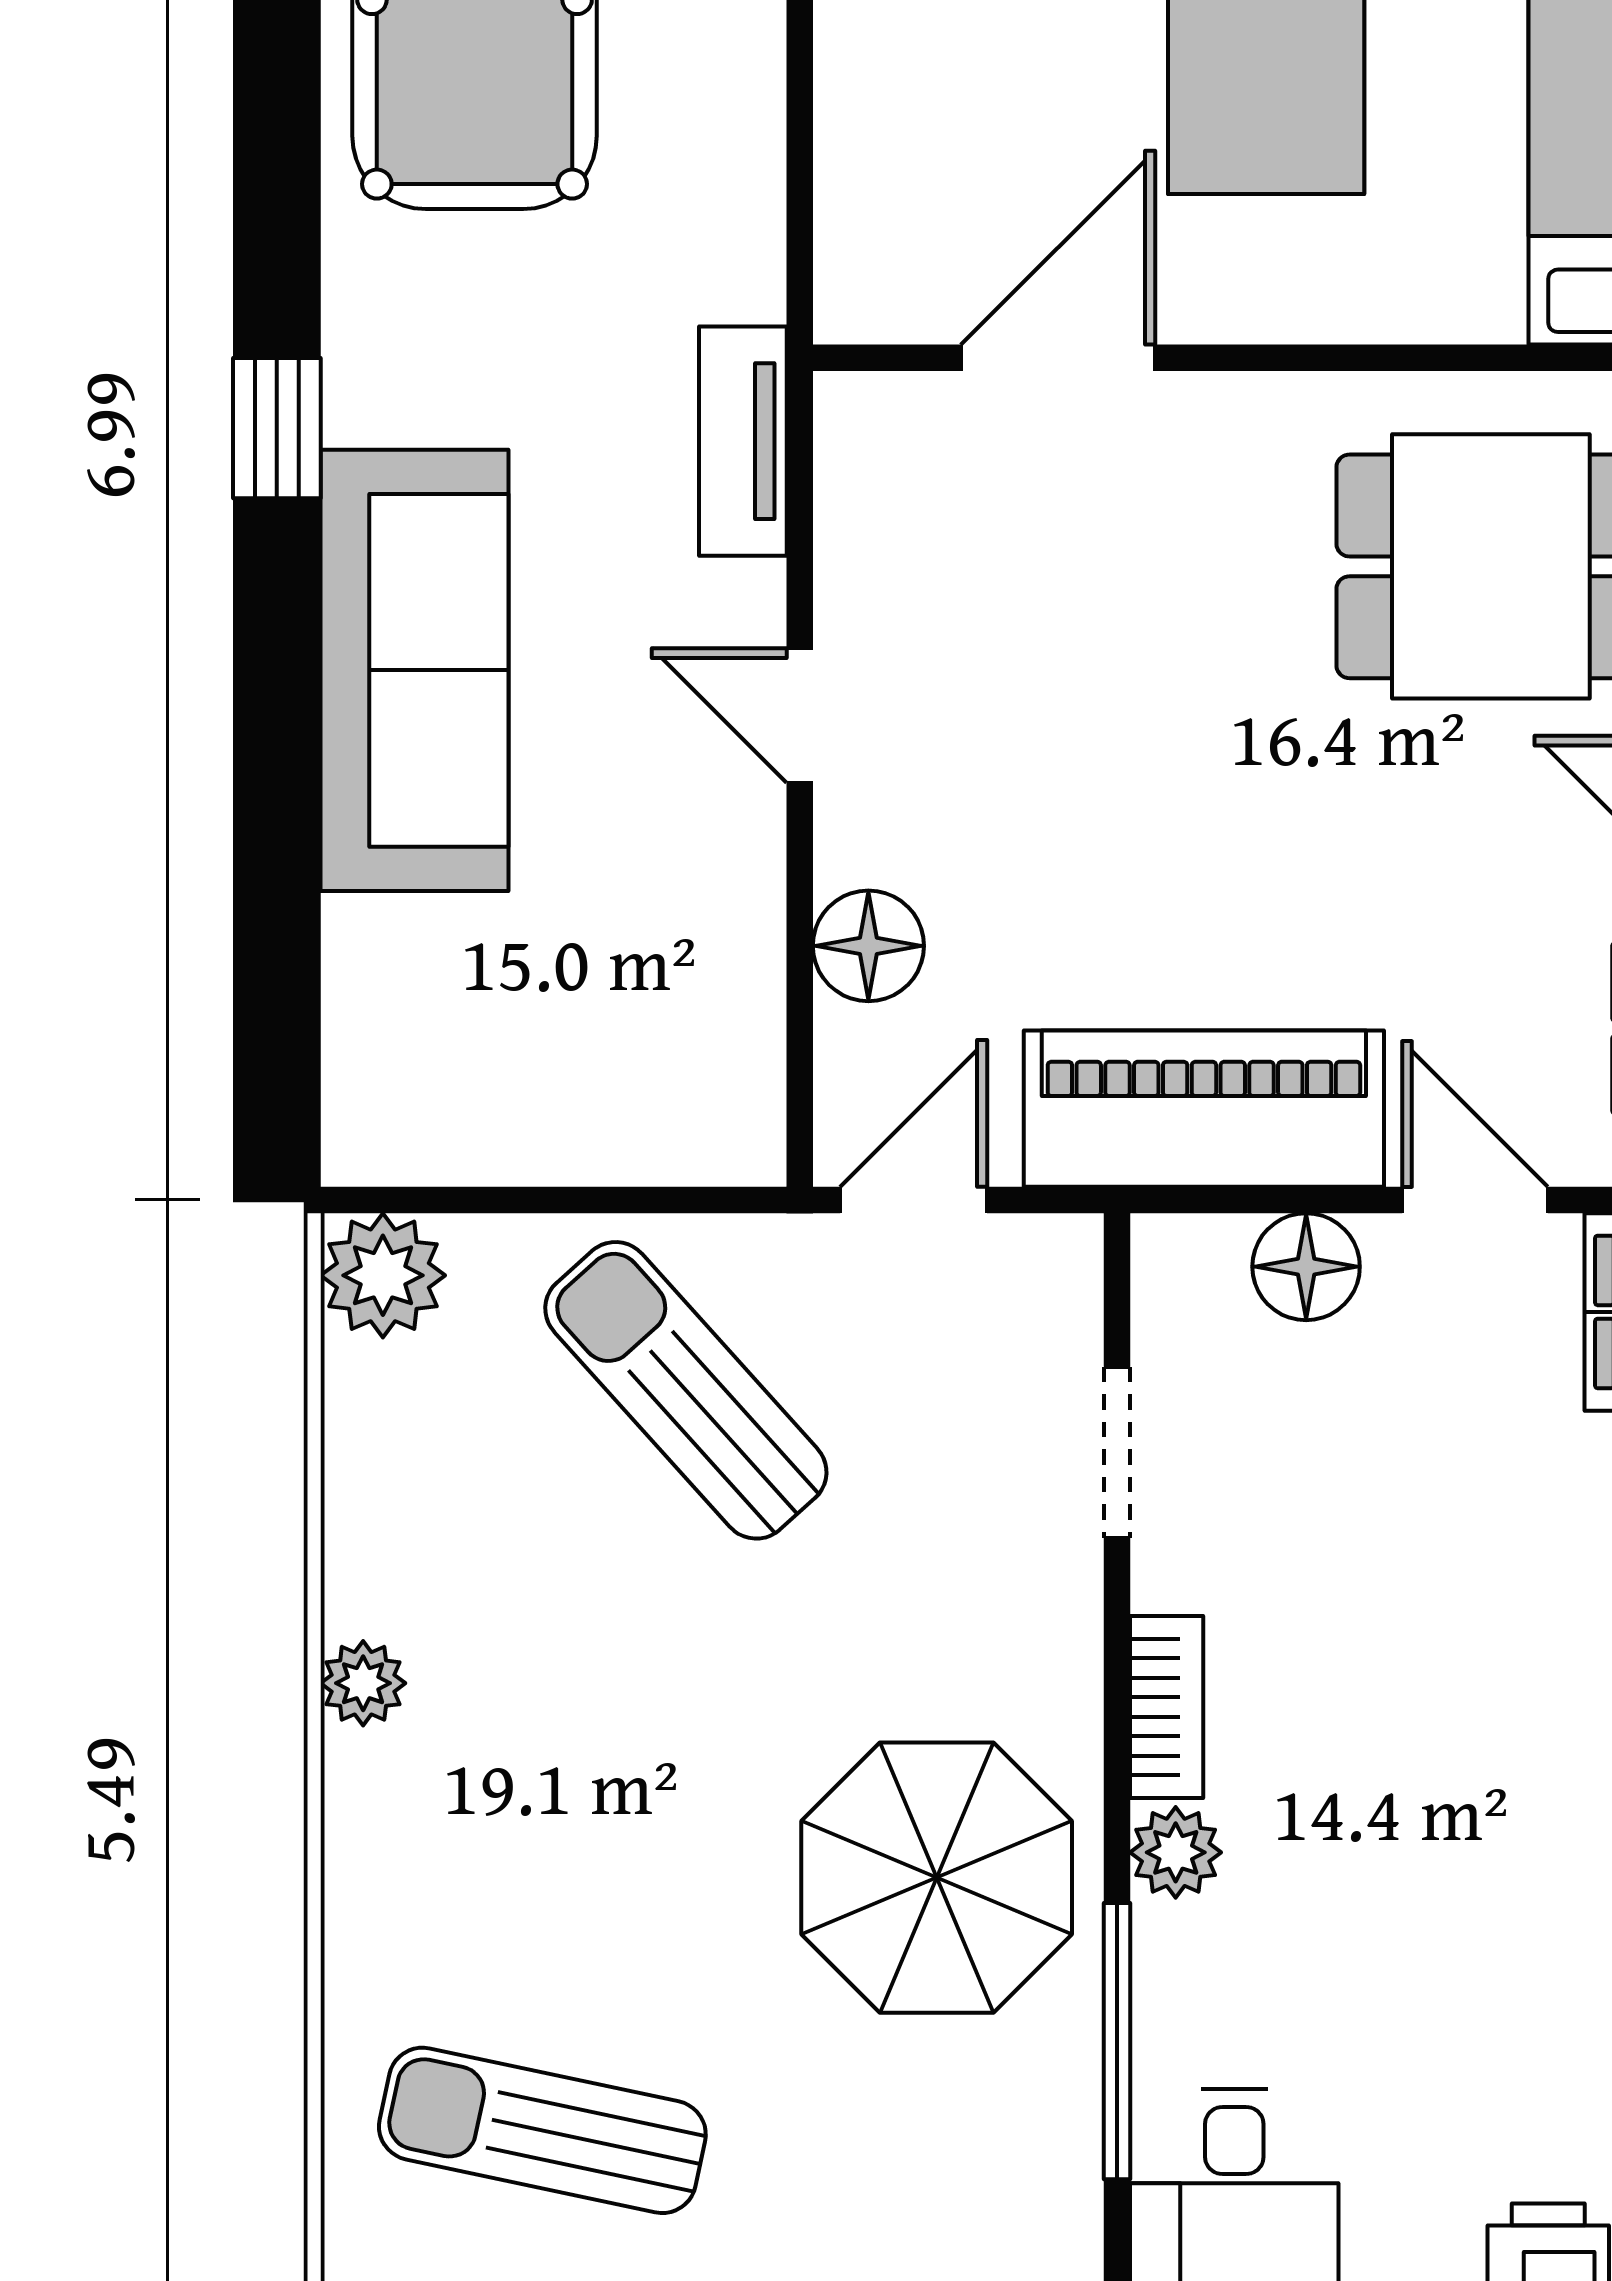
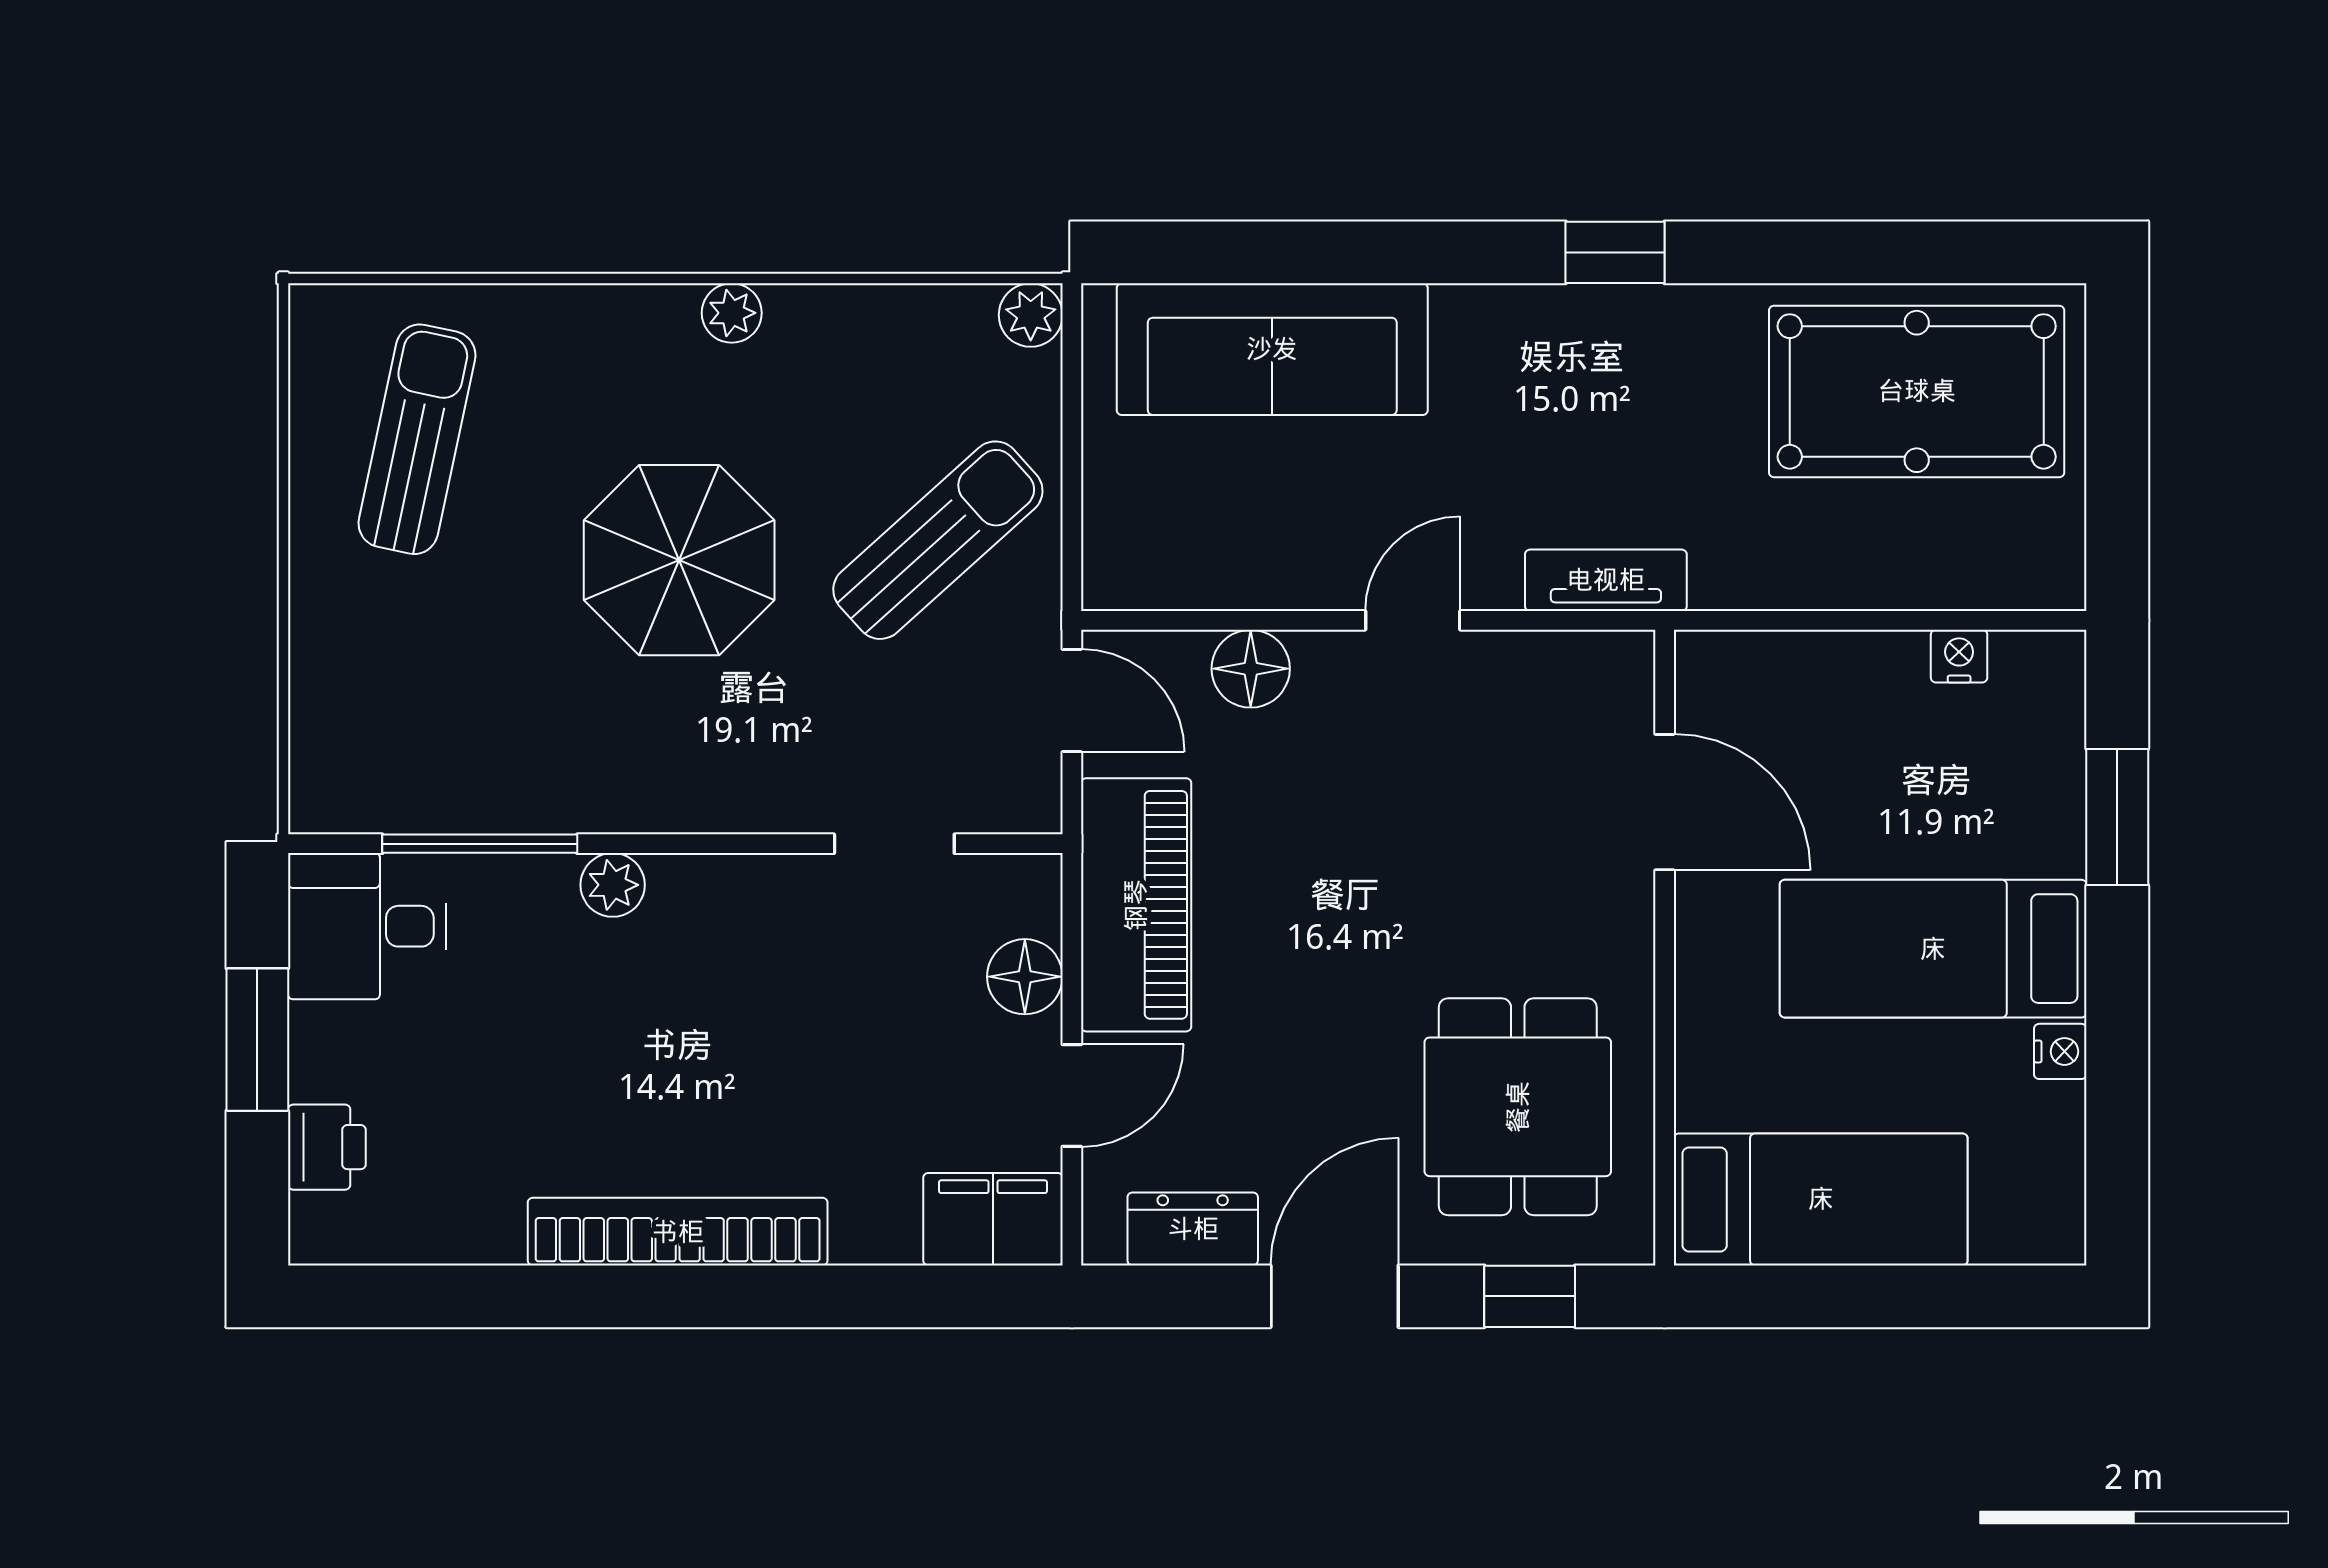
sofa: (415, 670) -> (1272, 349), moved
plant: (383, 1275) -> (1031, 315), width x0.73, depth x0.73
bookcase: (1167, 1707) -> (715, 879), removed
parasol: (937, 1878) -> (679, 560), moved

